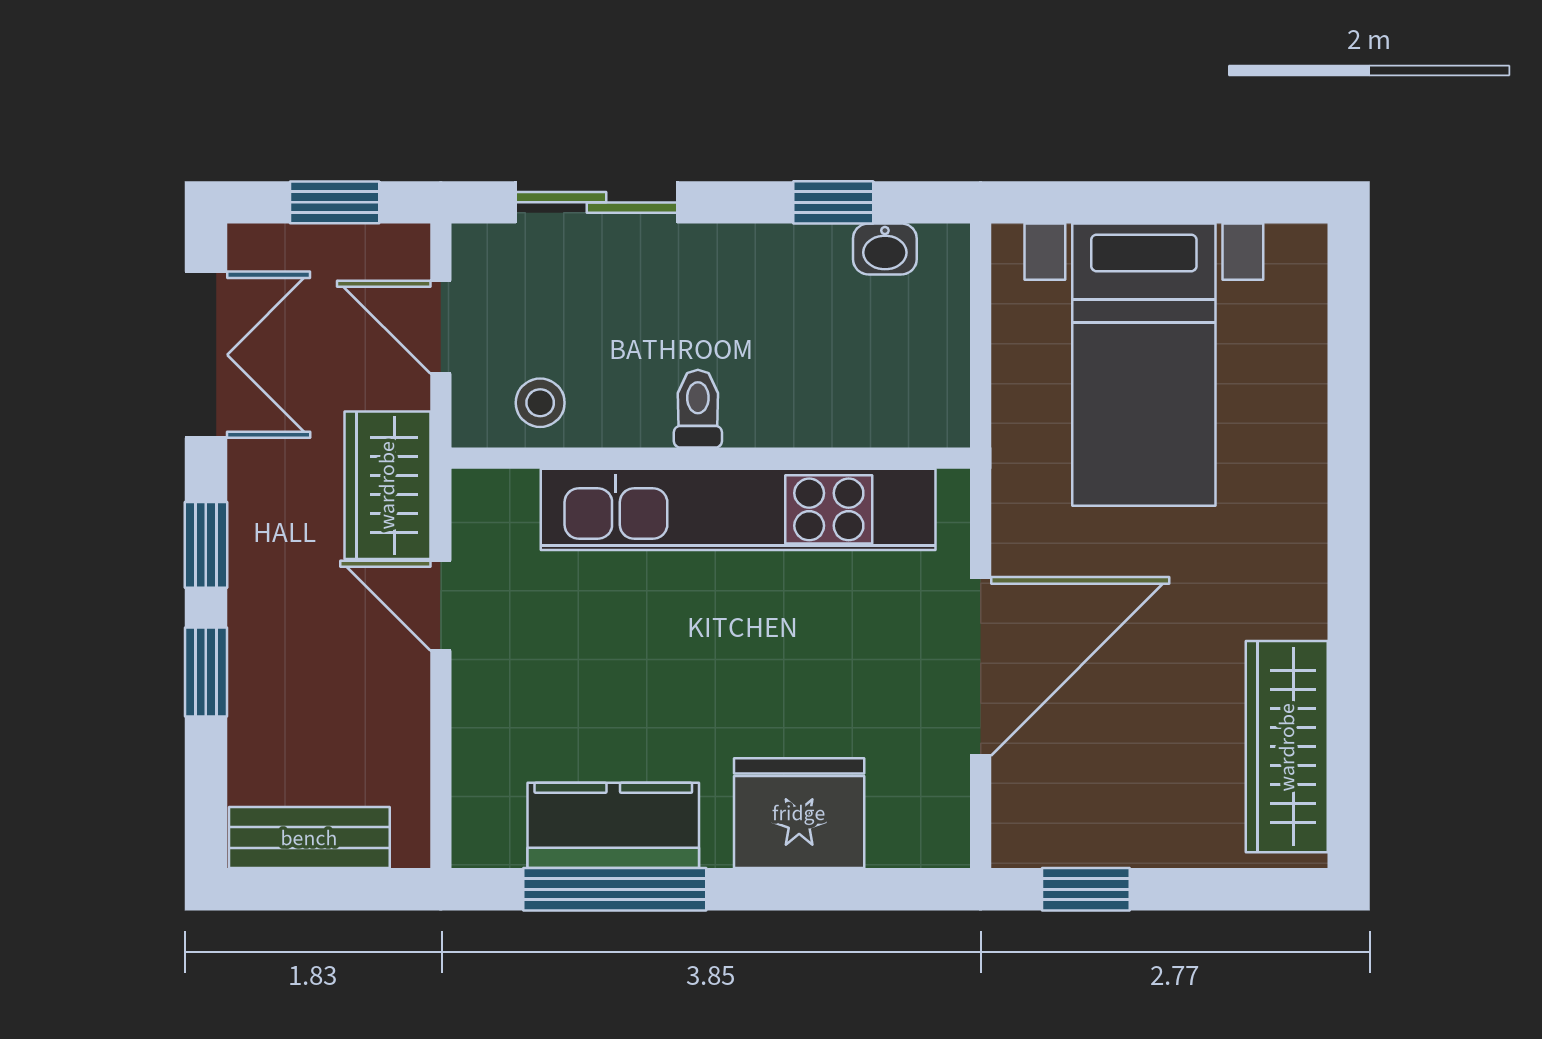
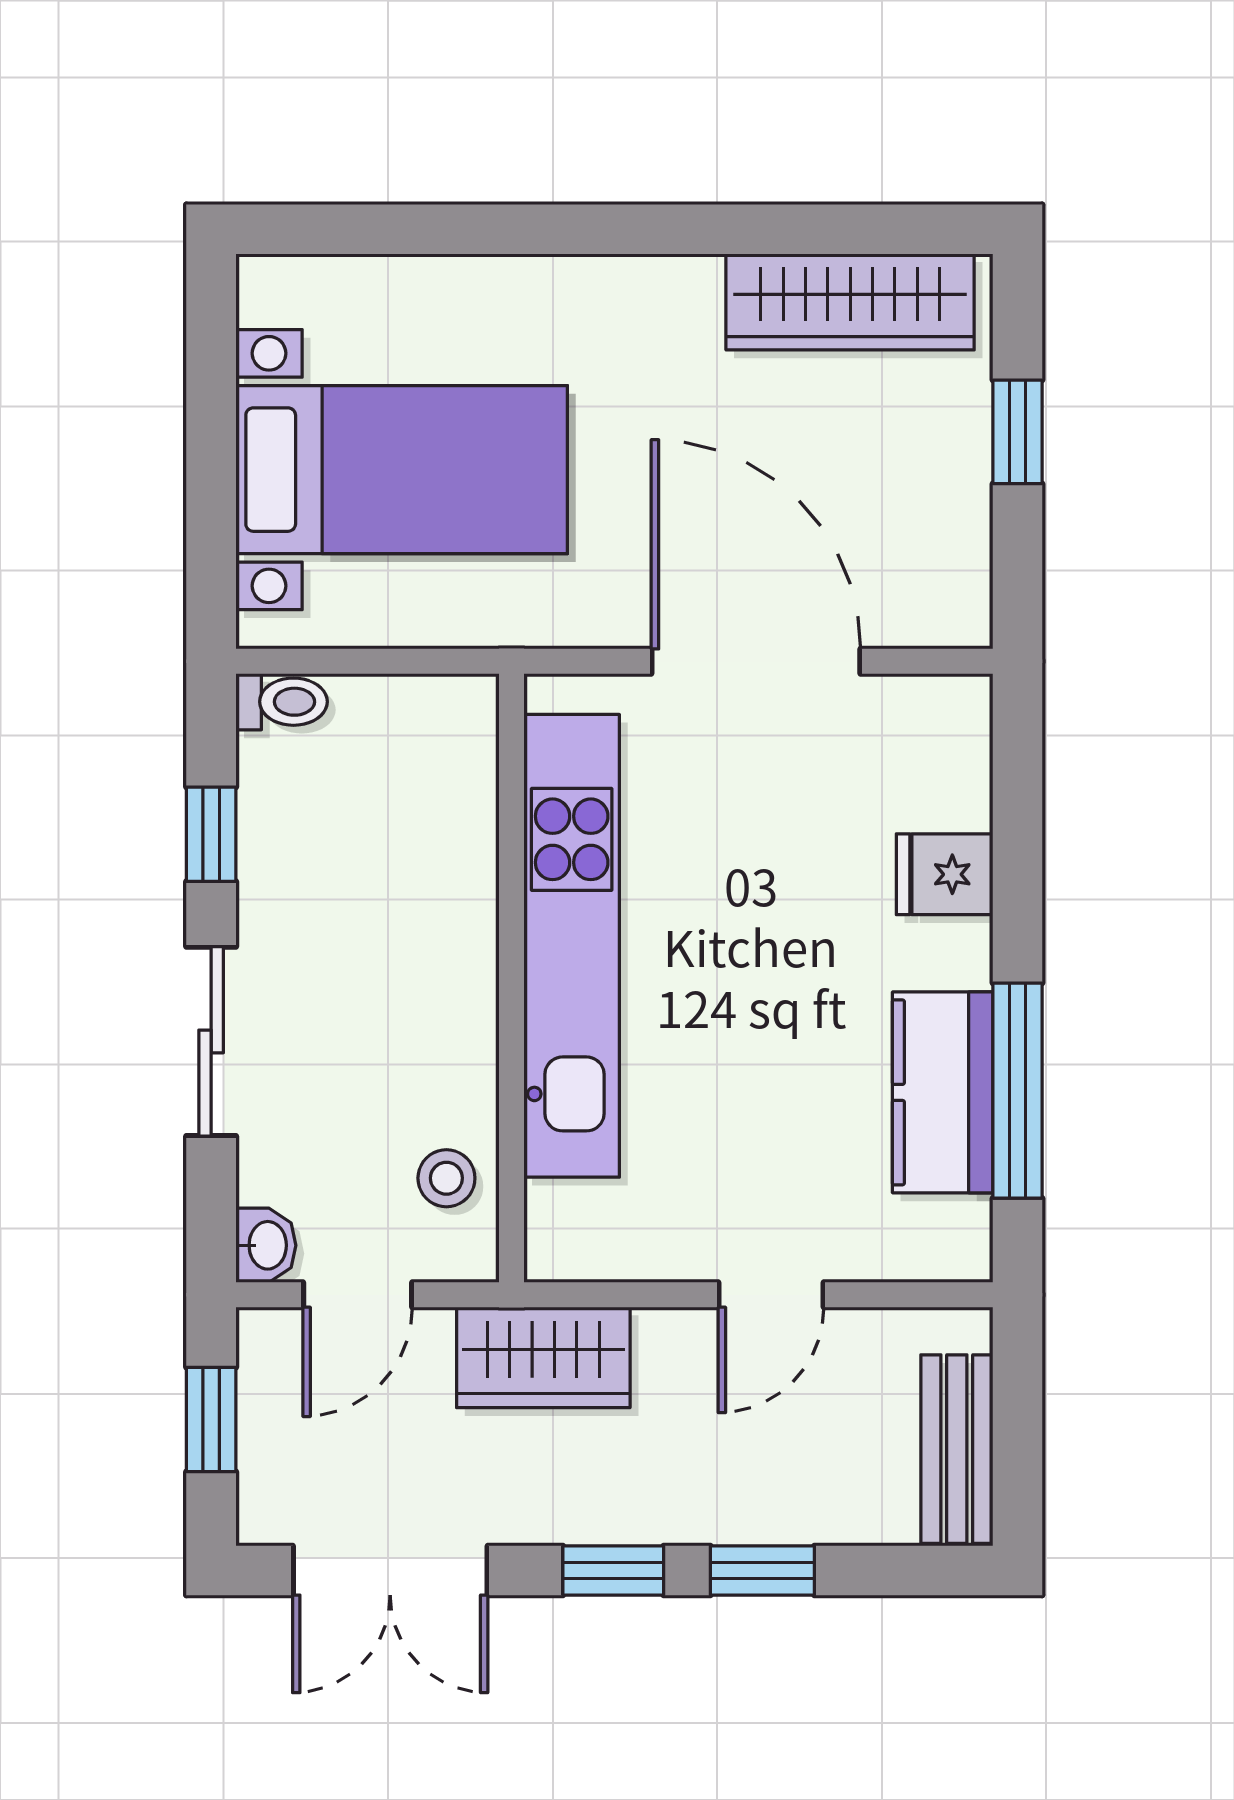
sliding door: (596, 202) -> (211, 1041), moved
washbasin: (885, 249) -> (266, 1245), moved
double door: (206, 355) -> (390, 1570), swing flipped
toilet: (698, 409) -> (282, 702), moved, turned 180
door: (441, 606) -> (771, 1295), moved
fridge: (799, 813) -> (945, 874), width x0.53, depth x0.75
window: (1086, 889) -> (1017, 432), moved

